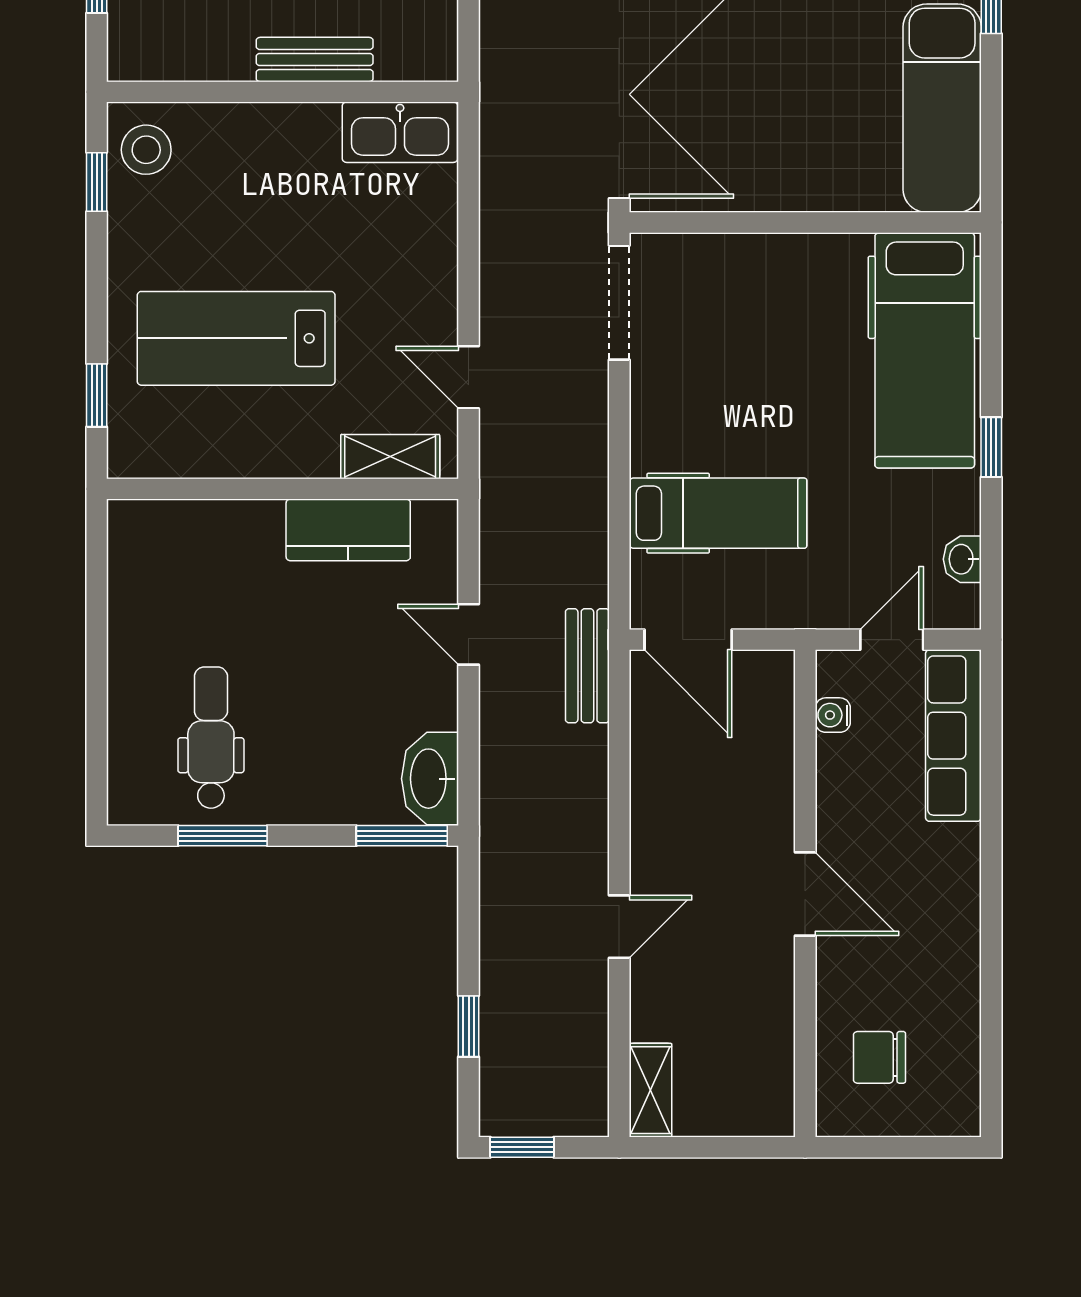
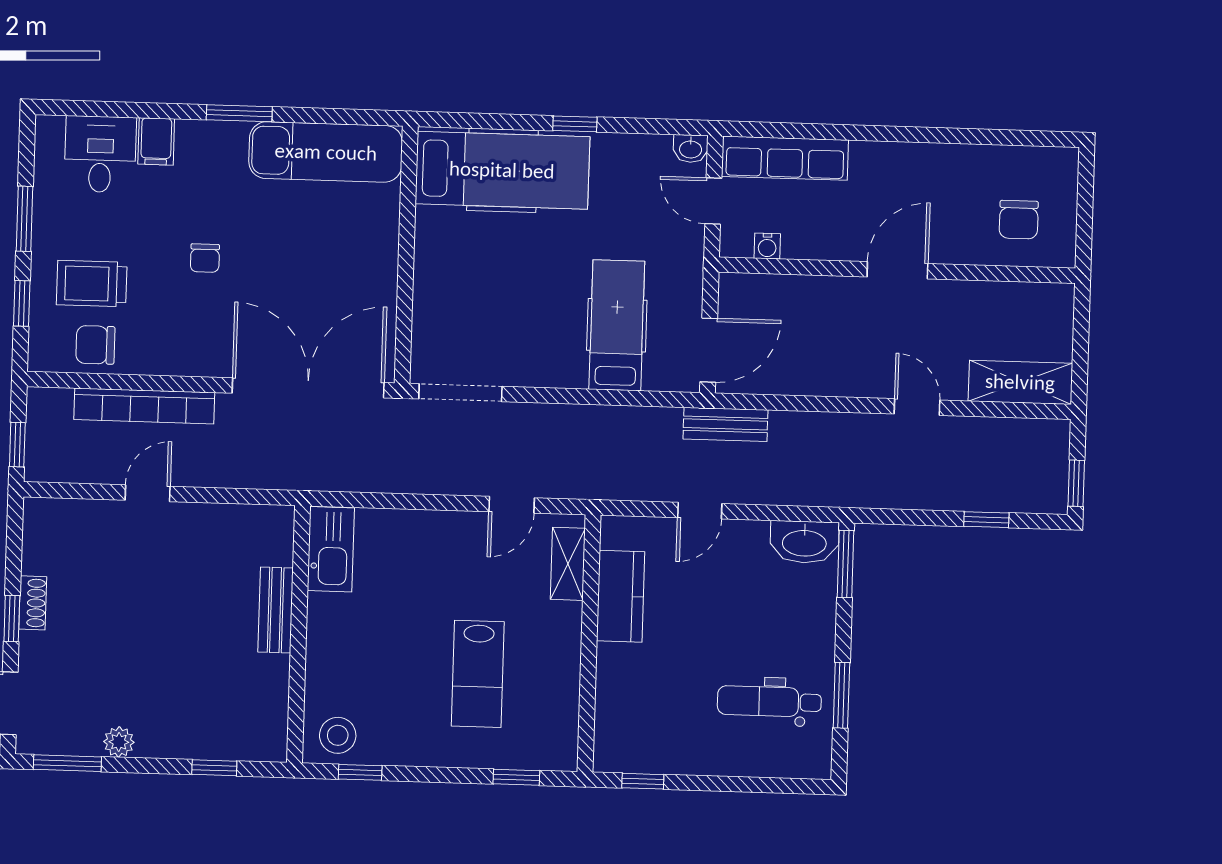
lab bench: (236, 338) -> (478, 674), width x0.73, depth x0.72
washbasin: (962, 559) -> (691, 149), moved
window: (97, 568) -> (643, 781), added
shelving: (650, 1090) -> (1020, 382), width x1.50, depth x1.33

